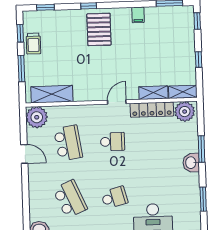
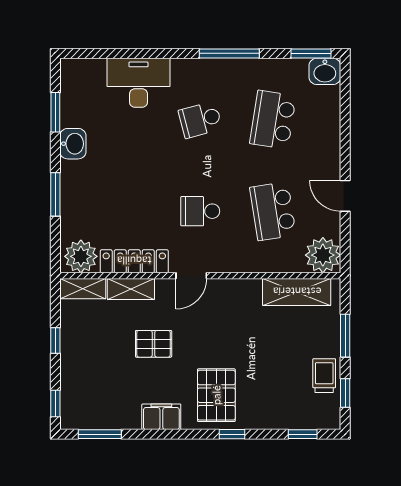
filing cabinet: (138, 15) -> (161, 417), width x2.00
pallet: (138, 60) -> (154, 344), added
washbasin: (191, 163) -> (73, 144), moved
school desk: (70, 199) -> (273, 120), turned 33

